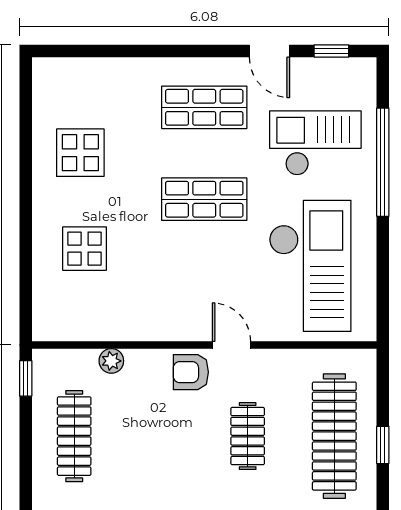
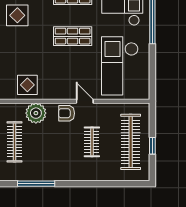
display table: (85, 249) -> (27, 85), moved
checkout: (310, 266) -> (120, 66), turned 180
plant: (111, 361) -> (36, 113), width x1.88, depth x1.88

